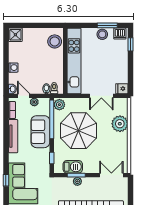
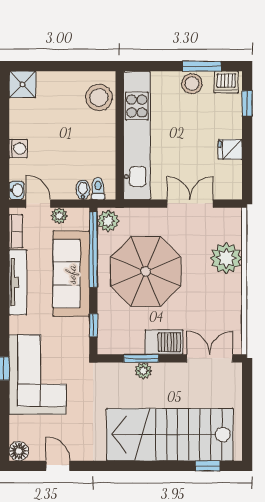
fridge: (122, 89) -> (230, 149), moved
double door: (101, 96) -> (190, 204), swing flipped
sofa: (40, 132) -> (71, 274), width x1.36
barbecue: (73, 167) -> (164, 342), moved

